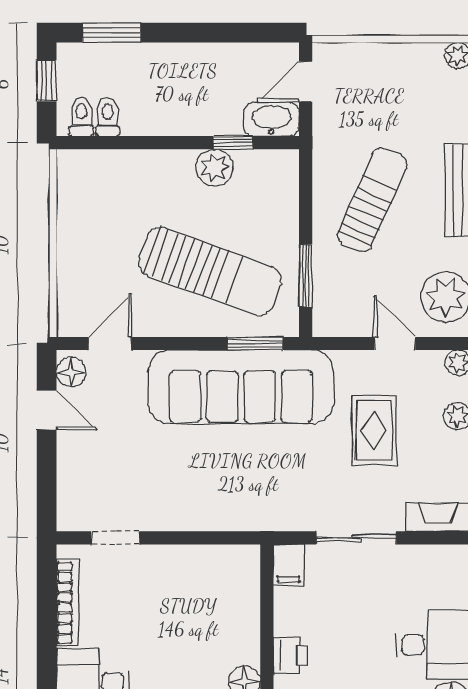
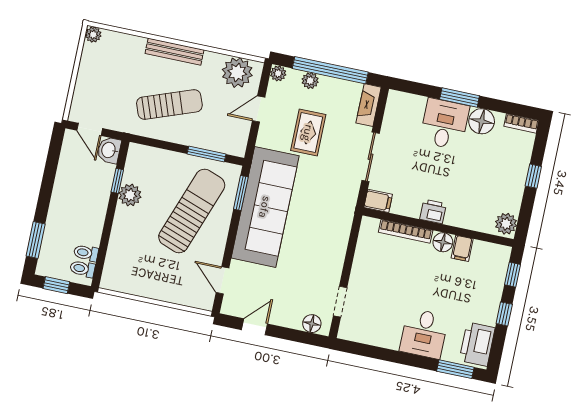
washbasin: (271, 119) -> (109, 150), width x0.72
sun lounger: (372, 200) -> (169, 105), turned 136
floor lamp: (71, 372) -> (312, 324), moved
rug: (374, 431) -> (308, 133), turned 90
bookcase: (67, 603) -> (406, 231), moved, turned 180

